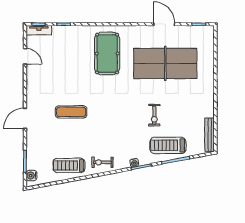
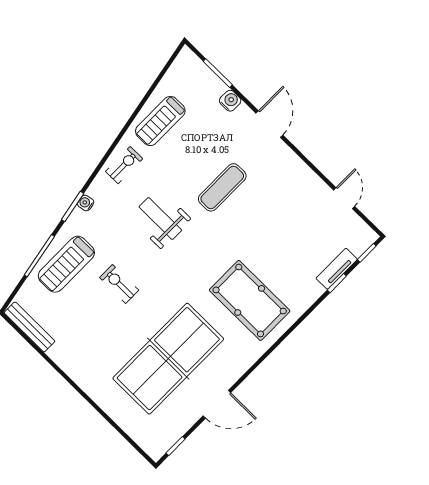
tv unit: (39, 30) -> (337, 269), moved
door: (25, 56) -> (344, 198), swing flipped
weight bench: (110, 125) -> (160, 219), added
treadmill: (168, 145) -> (66, 264), turned 180
treadmill: (69, 165) -> (160, 121), turned 180
water cooler: (31, 176) -> (230, 101), moved

